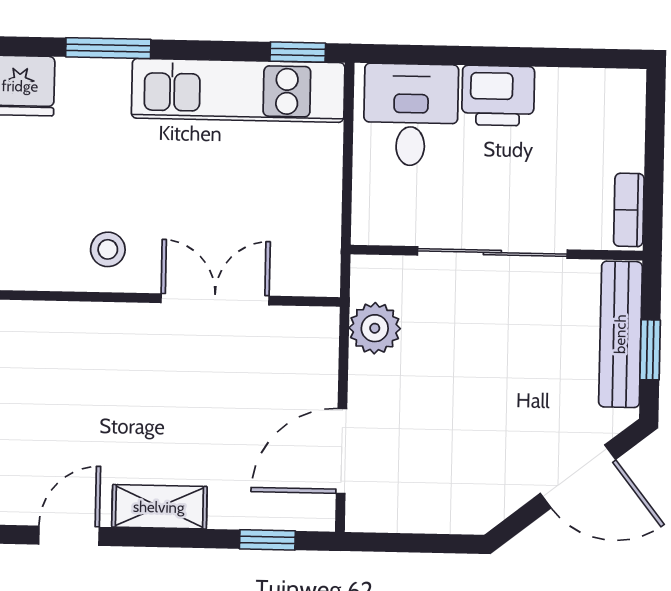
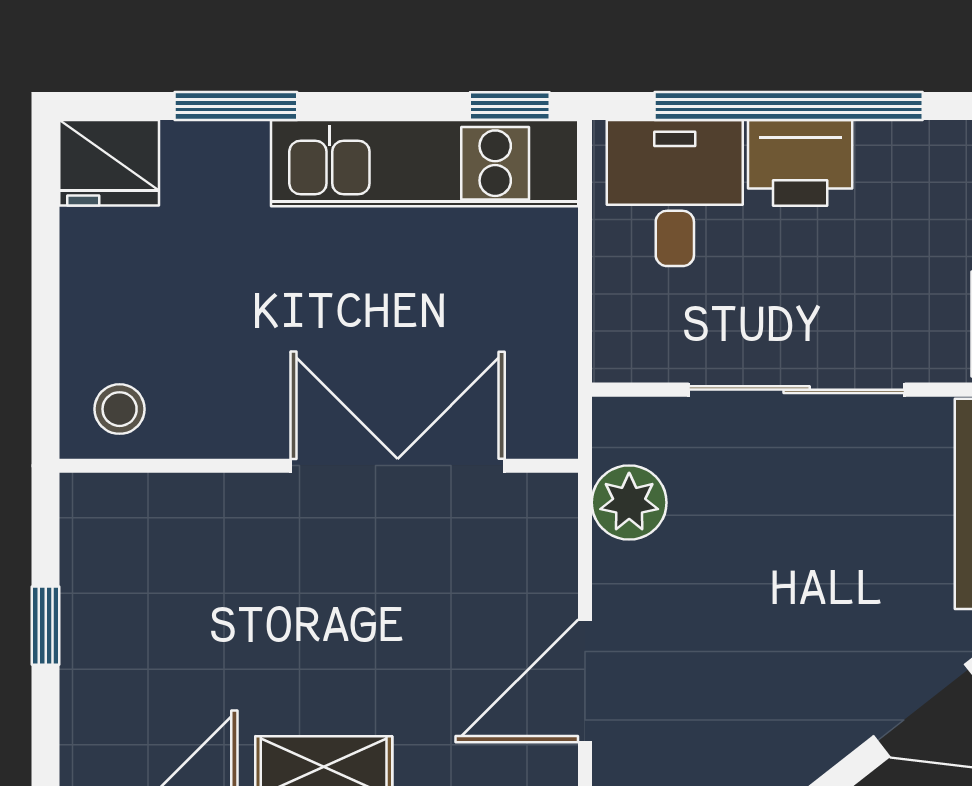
window: (491, 56) -> (789, 106), added
stool: (108, 249) -> (120, 409), moved
double door: (215, 299) -> (398, 466), width x1.37

